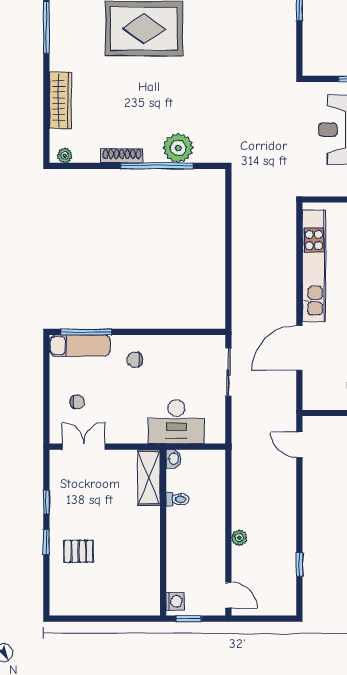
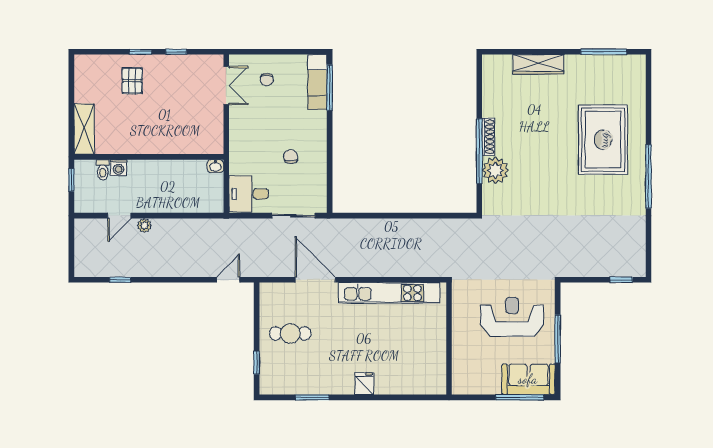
plant: (65, 156) -> (489, 68), removed
shoe rack: (122, 156) -> (488, 137), moved
chair: (135, 360) -> (291, 157), moved
desk: (176, 422) -> (249, 194), moved, width x0.73
shelving: (149, 478) -> (84, 129), moved, turned 90
toilet: (177, 499) -> (103, 170), moved
door: (228, 595) -> (119, 216), moved
washing machine: (175, 601) -> (119, 168), moved

